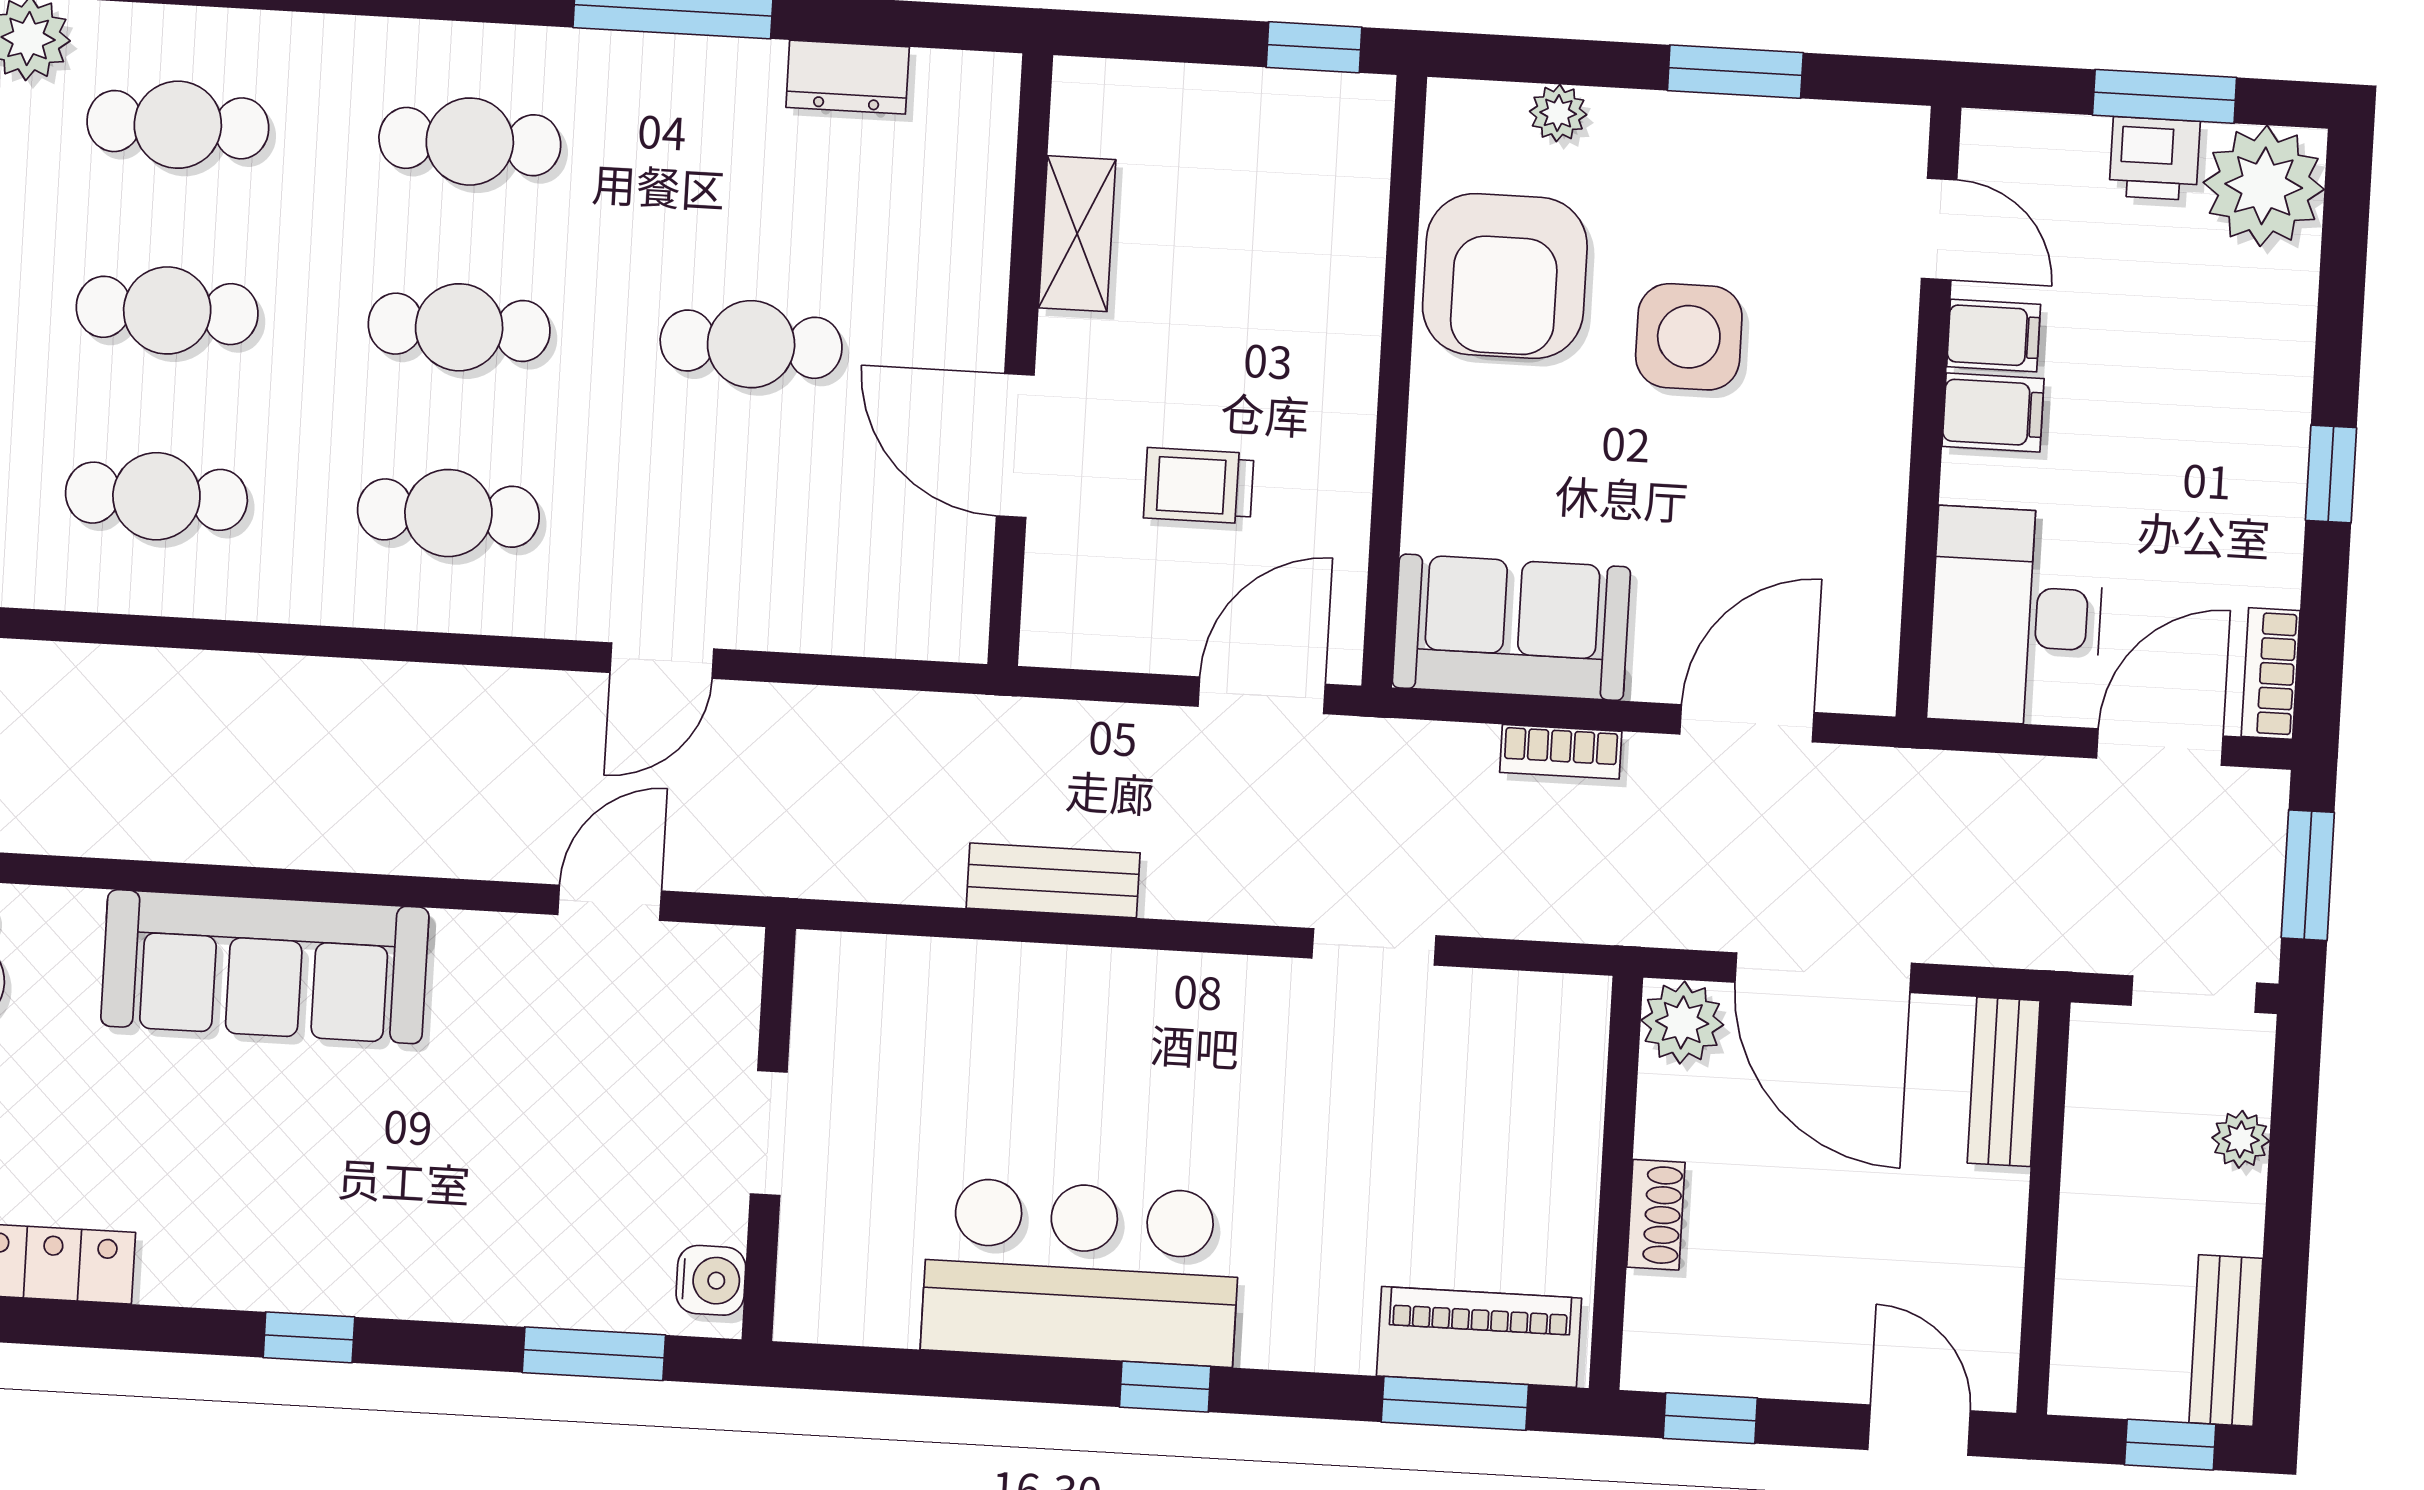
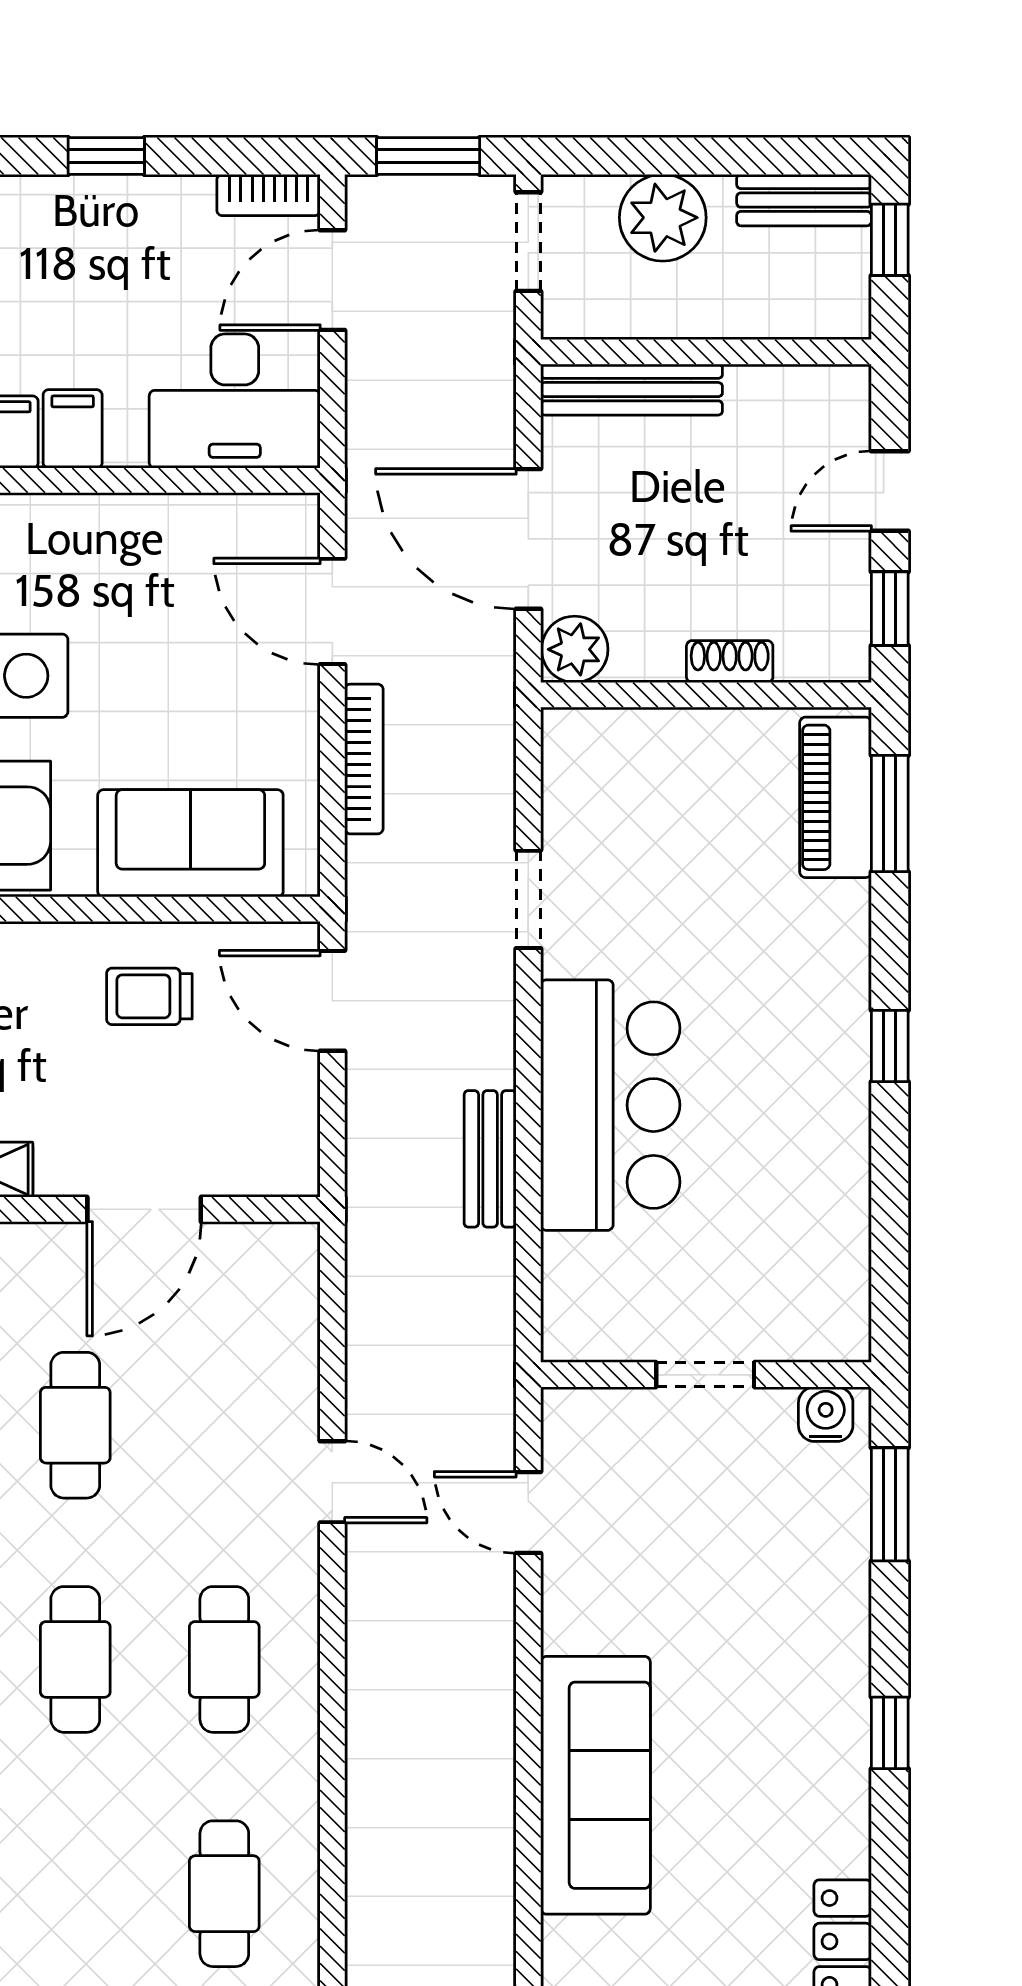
cafe table: (167, 310) -> (75, 1894), removed
trolley: (1199, 486) -> (149, 996), moved, turned 90
sofa: (1511, 627) -> (190, 843), moved, turned 90
door: (2160, 747) -> (332, 280), hinge flipped
bookcase: (1561, 752) -> (364, 759), width x1.56
door: (1823, 973) -> (528, 539), swing flipped
bench: (2004, 1082) -> (632, 390), width x1.36
plant: (2241, 1139) -> (663, 218), width x1.87, depth x1.87
bar counter: (1081, 1272) -> (610, 1105), moved, turned 180
door: (1919, 1430) -> (890, 491), moved

